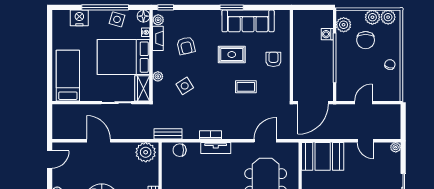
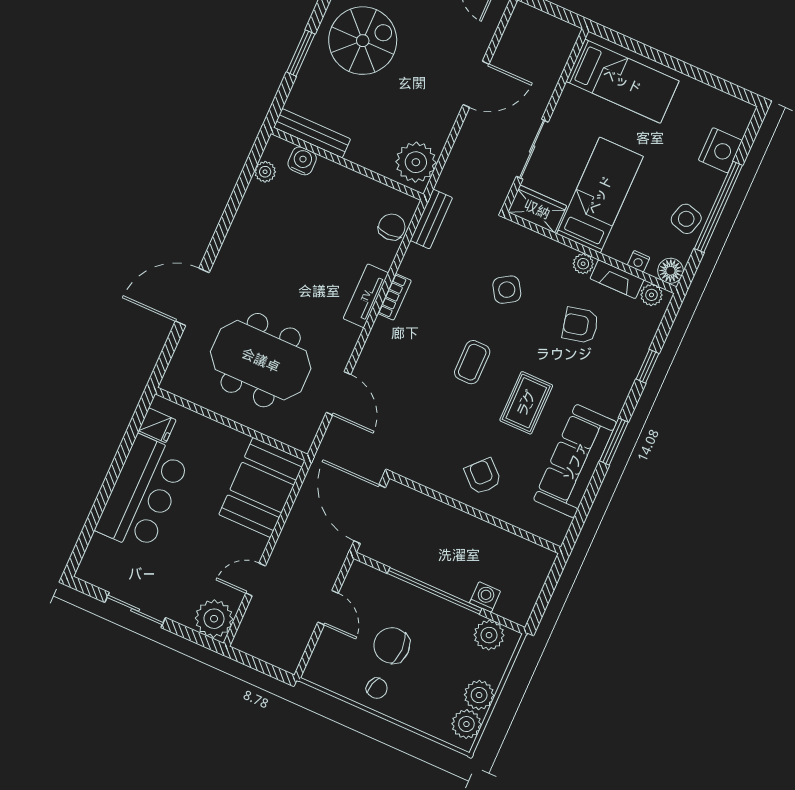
window: (166, 7) -> (647, 366), moved
chair: (366, 40) -> (392, 645), moved
bed: (124, 57) -> (600, 195), width x0.67
armchair: (273, 59) -> (483, 476), turned -137
plant: (158, 76) -> (583, 264), moved
coffee table: (246, 87) -> (472, 362), moved
plant: (396, 147) -> (214, 619), width x1.87, depth x1.87

